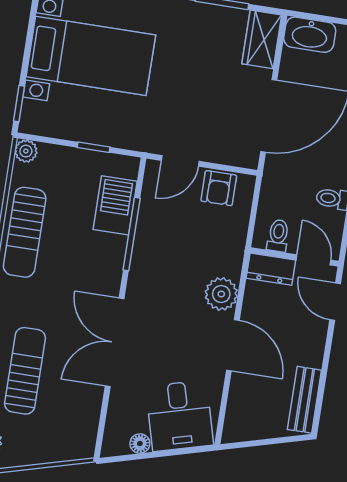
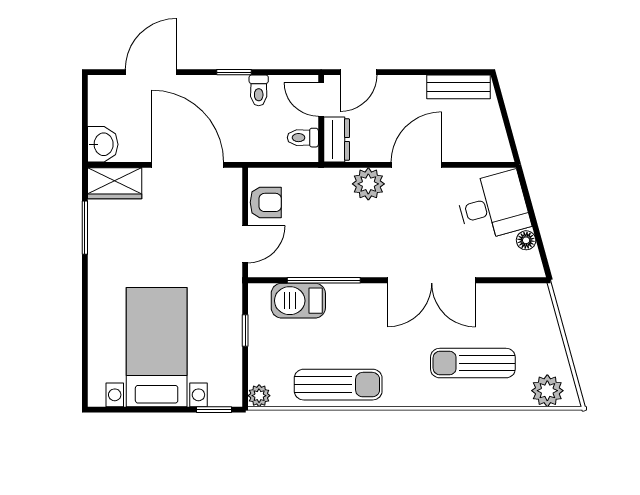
washbasin: (310, 35) -> (103, 144), width x0.72
door: (180, 161) -> (245, 244), hinge flipped
door: (314, 260) -> (321, 99), hinge flipped

